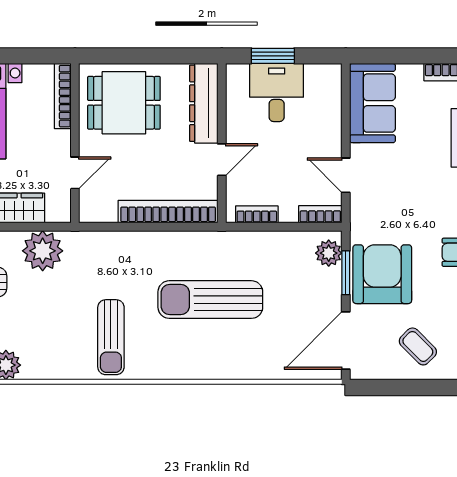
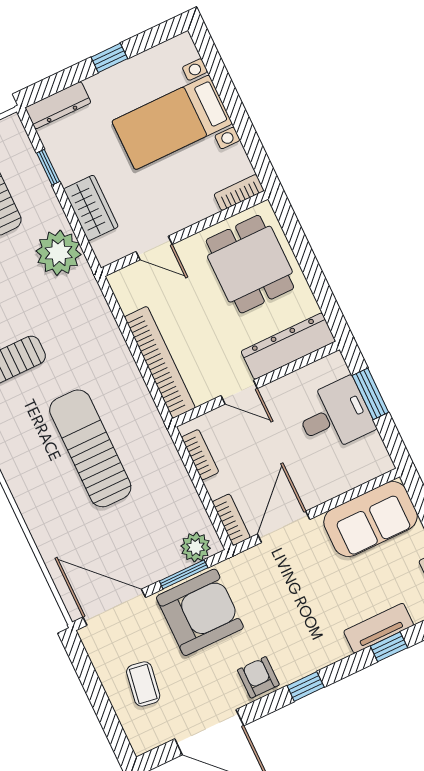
bookcase: (63, 96) -> (239, 192), width x0.64
door: (346, 175) -> (284, 527), width x1.38
coffee table: (418, 346) -> (143, 684), turned -36

